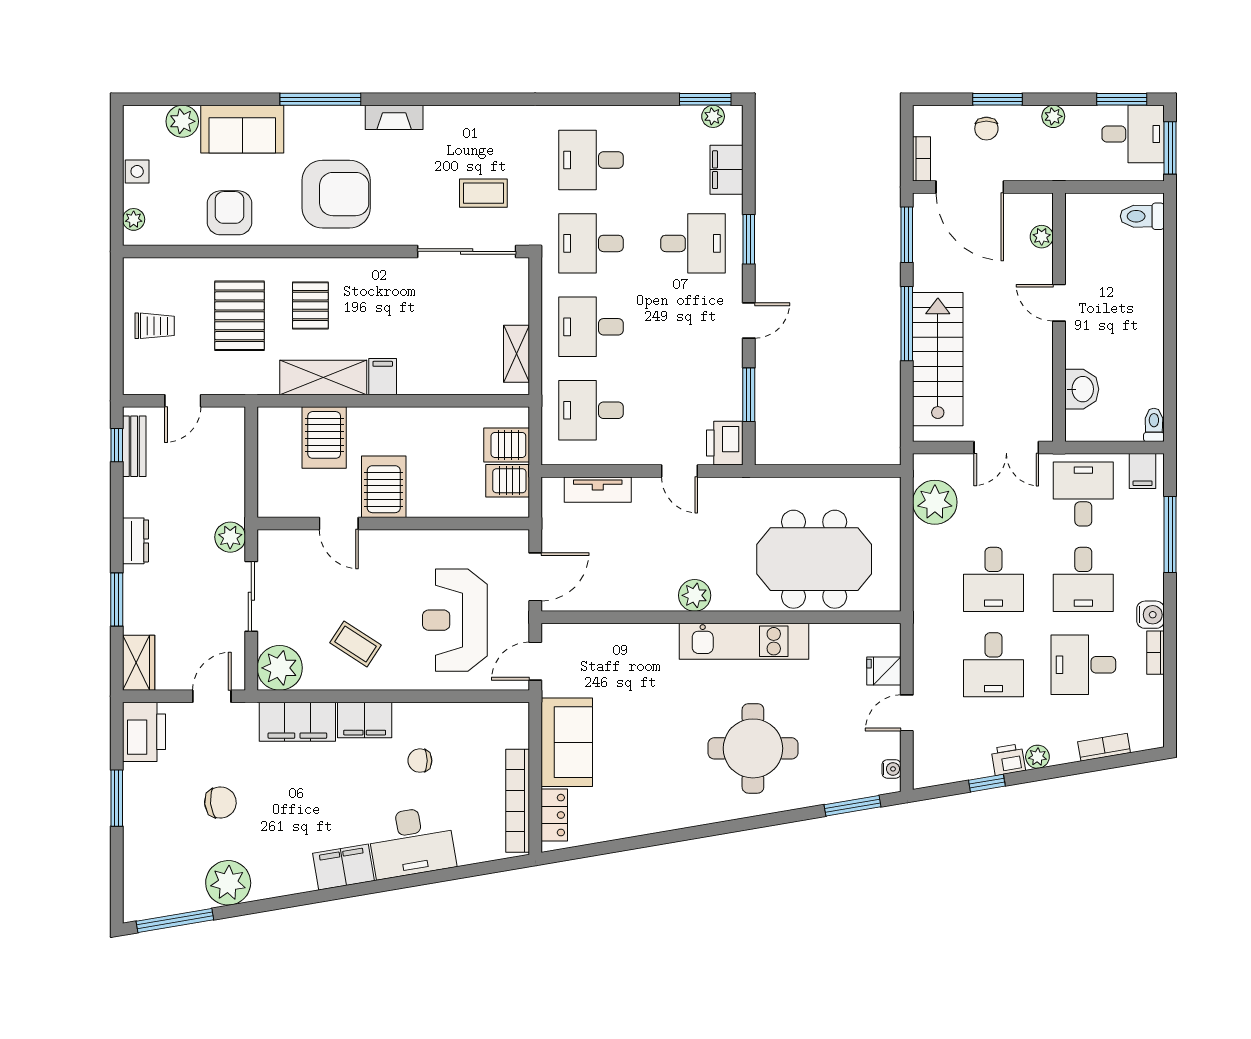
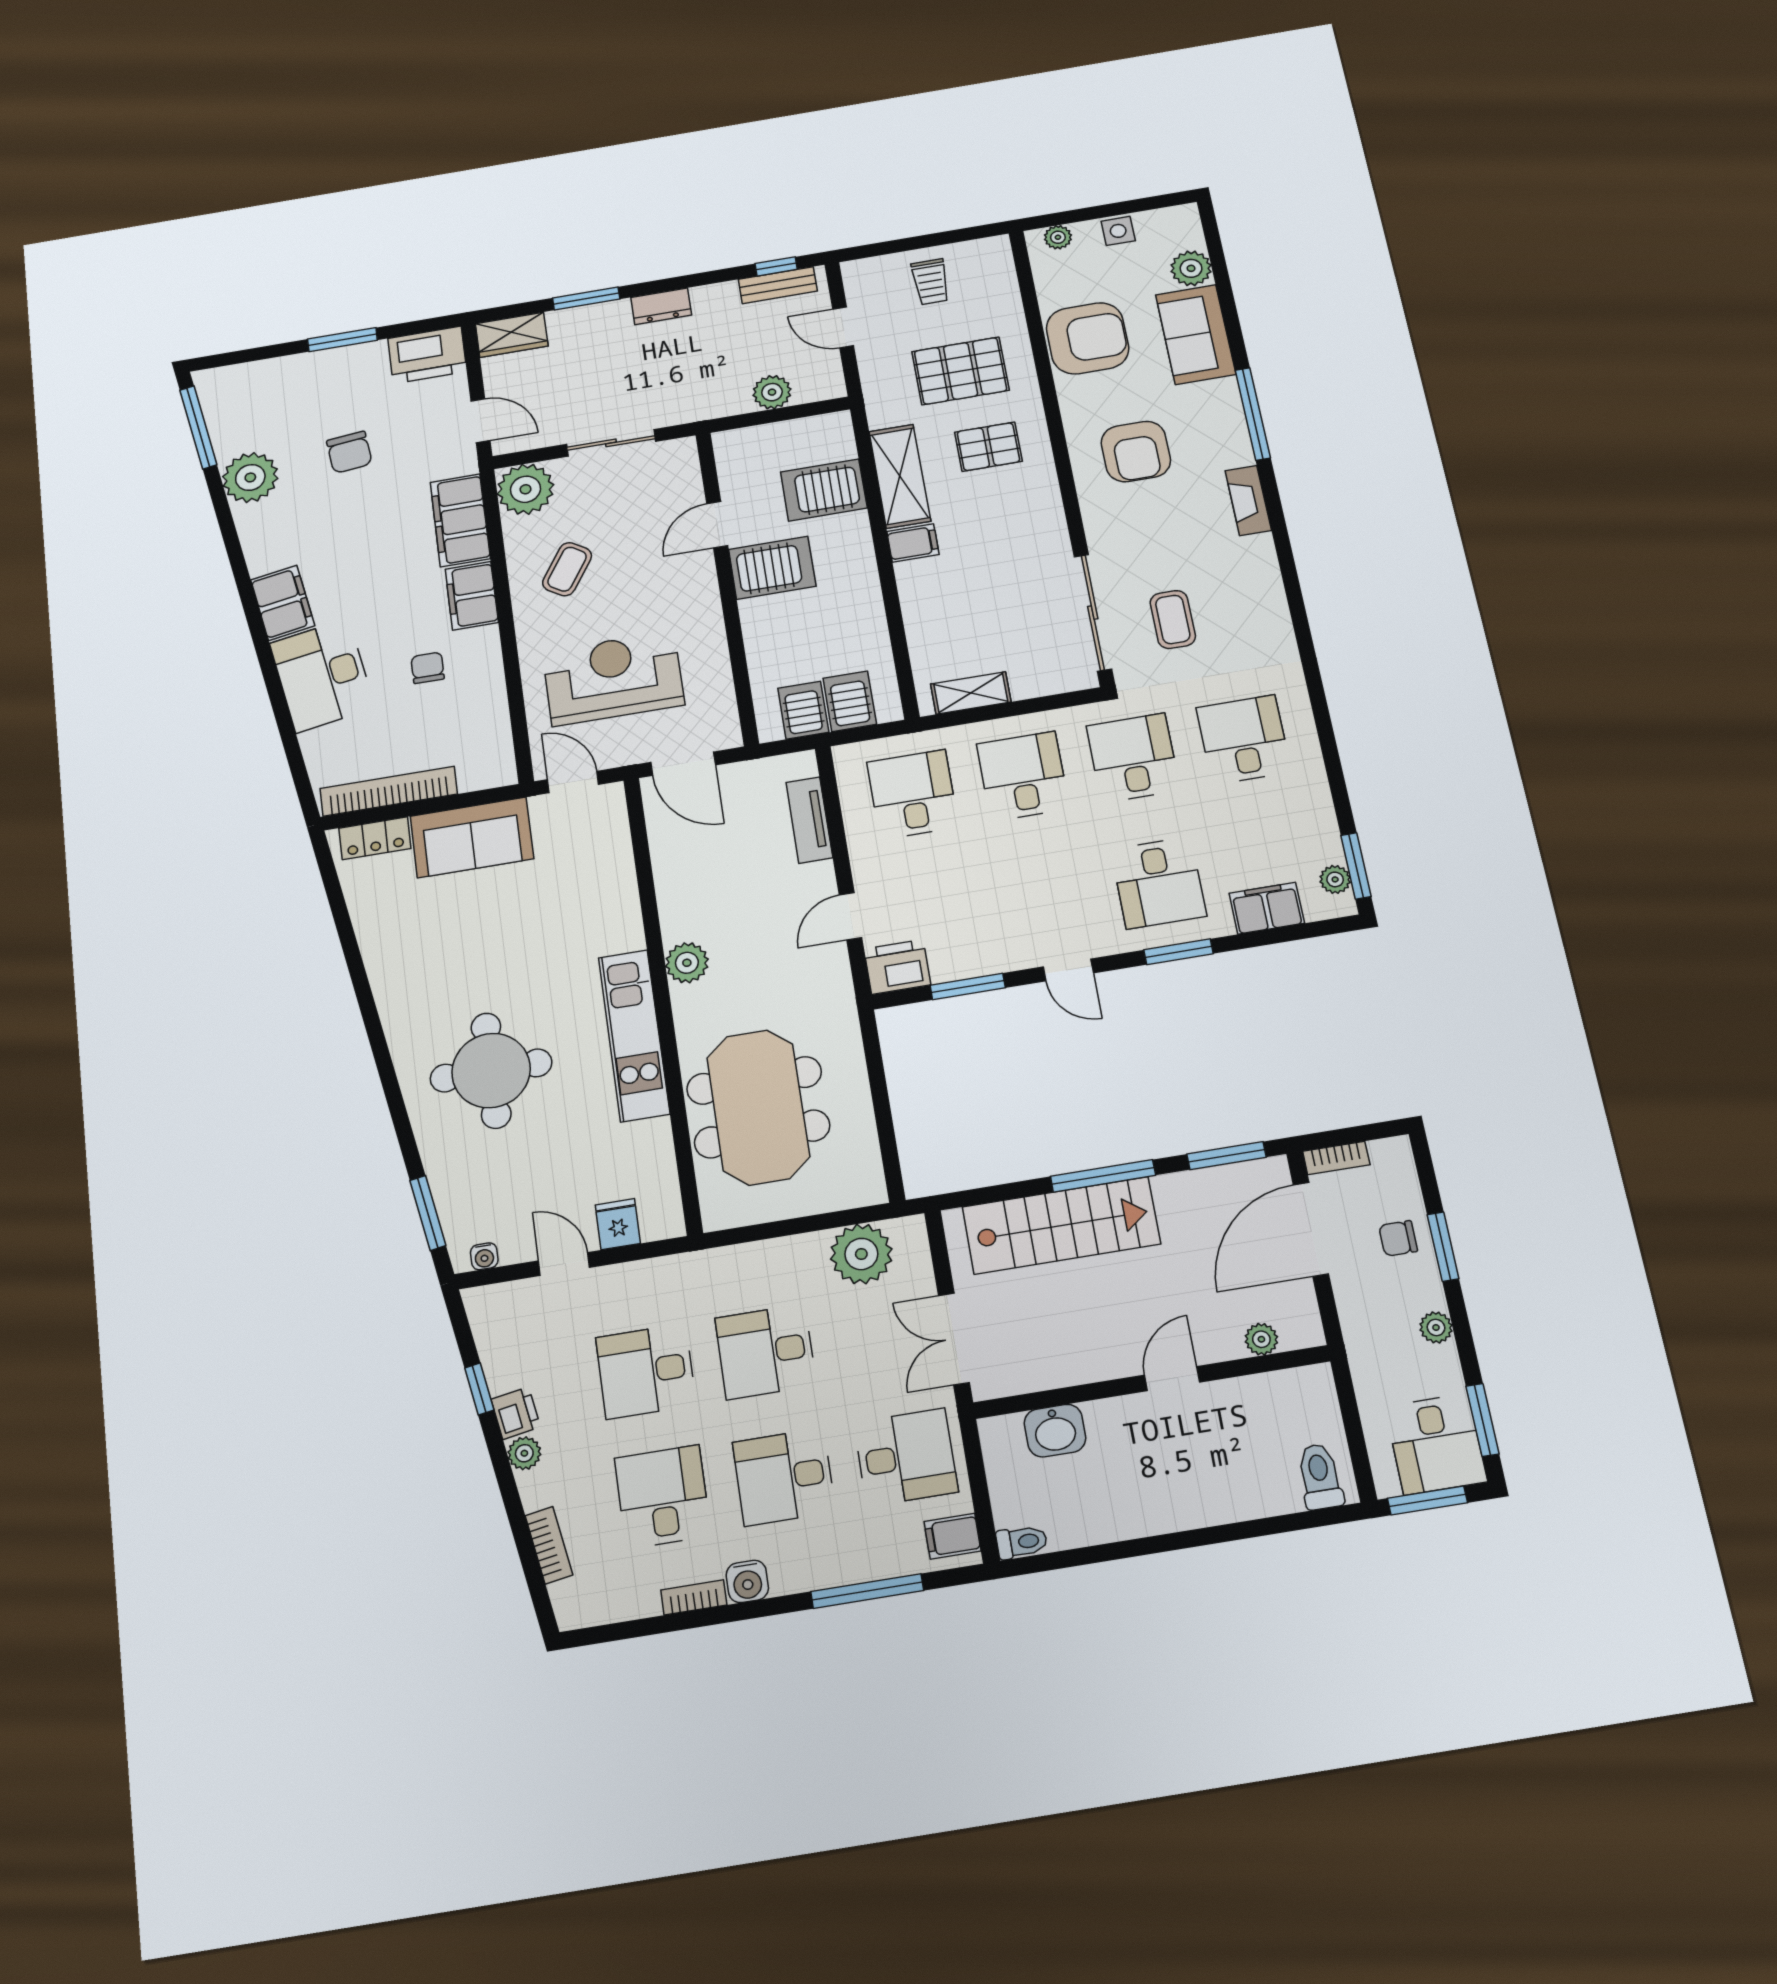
armchair: (336, 194) -> (1136, 452), width x0.73, depth x0.73
armchair: (229, 213) -> (1088, 338), width x1.36, depth x1.36
plant: (230, 537) -> (772, 392), moved

